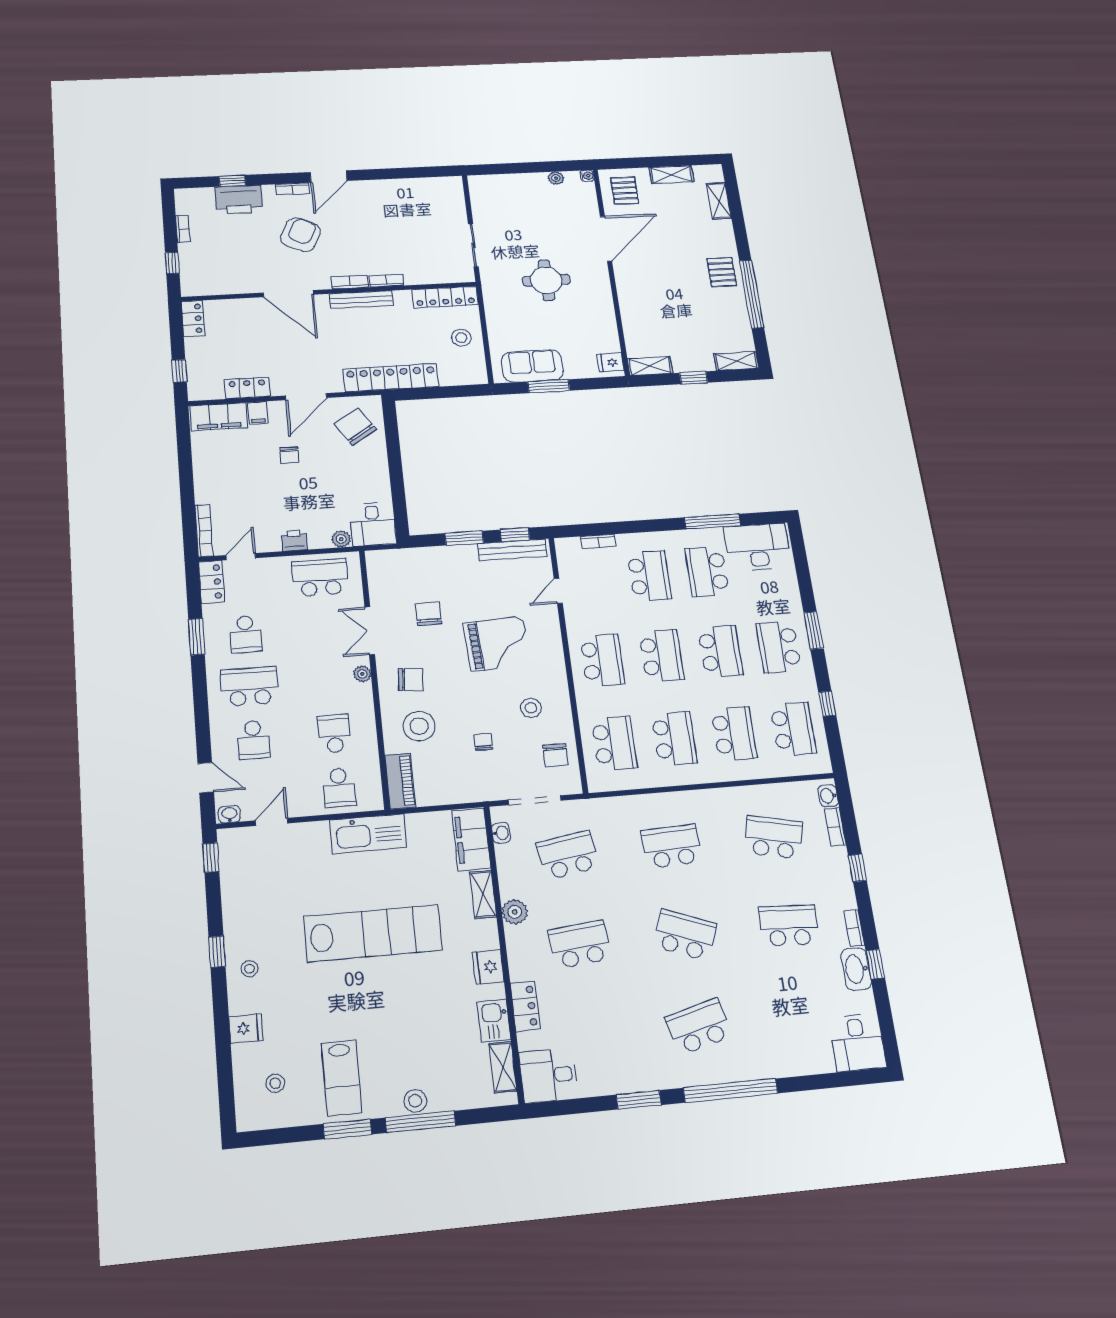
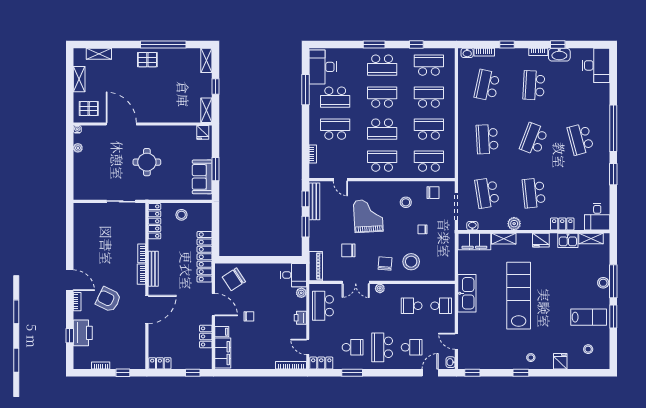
school desk: (662, 656) -> (382, 129), turned 180
piano: (400, 781) -> (316, 266), moved, turned 90
desk: (857, 1043) -> (596, 65), width x1.37

